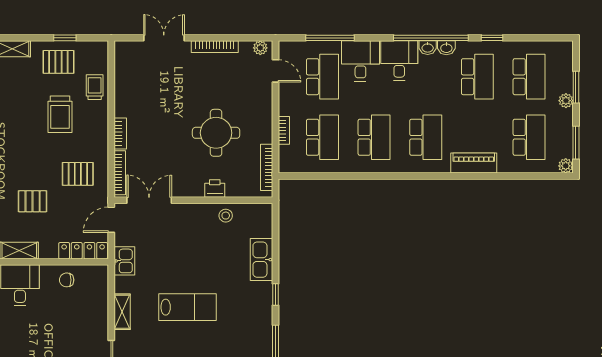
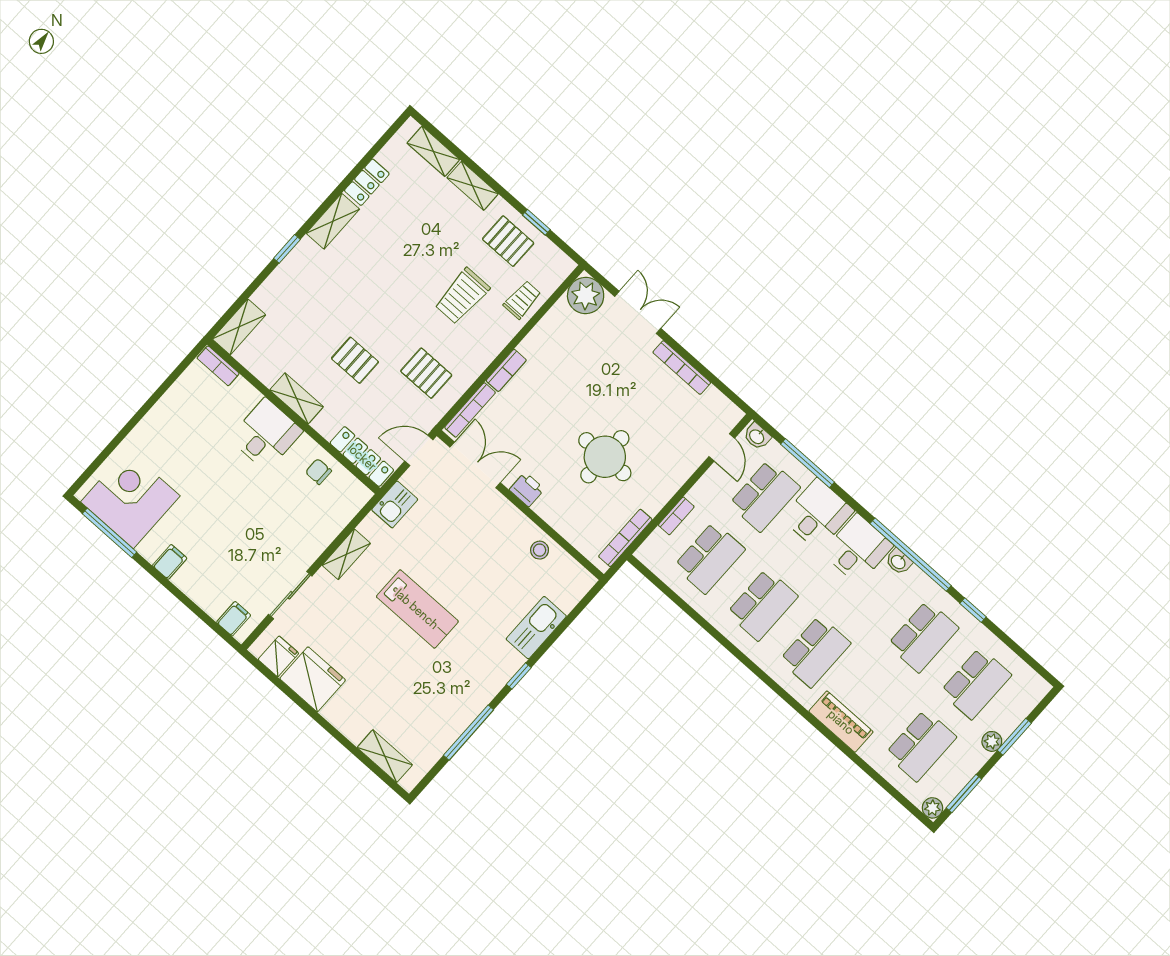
plant: (260, 48) -> (586, 296), moved, width x1.88, depth x1.88
washbasin: (446, 48) -> (757, 436), moved
printer: (215, 189) -> (527, 489), moved

